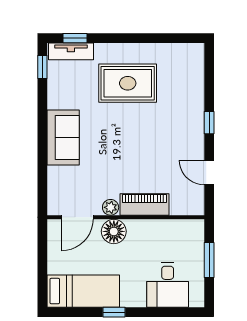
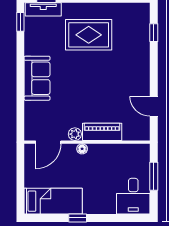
window: (209, 123) -> (154, 33), moved
floor lamp: (114, 231) -> (82, 149), width x0.53, depth x0.53
desk: (168, 285) -> (133, 196), moved

